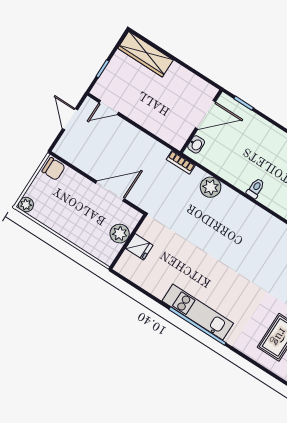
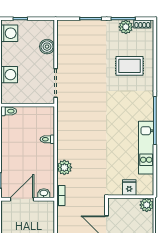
door: (205, 115) -> (22, 199), hinge flipped
plant: (120, 234) -> (147, 205), moved
kitchen unit: (198, 312) -> (146, 148), moved

